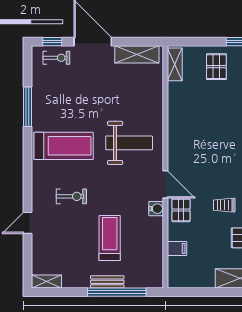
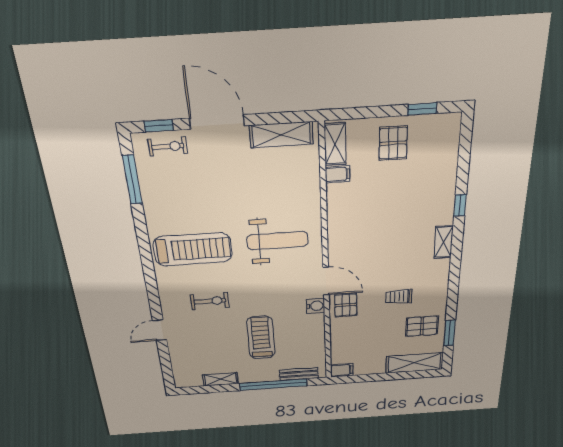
filing cabinet: (176, 89) -> (338, 174), added
window: (27, 107) -> (132, 180), moved
filing cabinet: (177, 249) -> (342, 370), moved
shelving: (47, 282) -> (220, 379), moved
bench: (107, 282) -> (299, 374), moved

